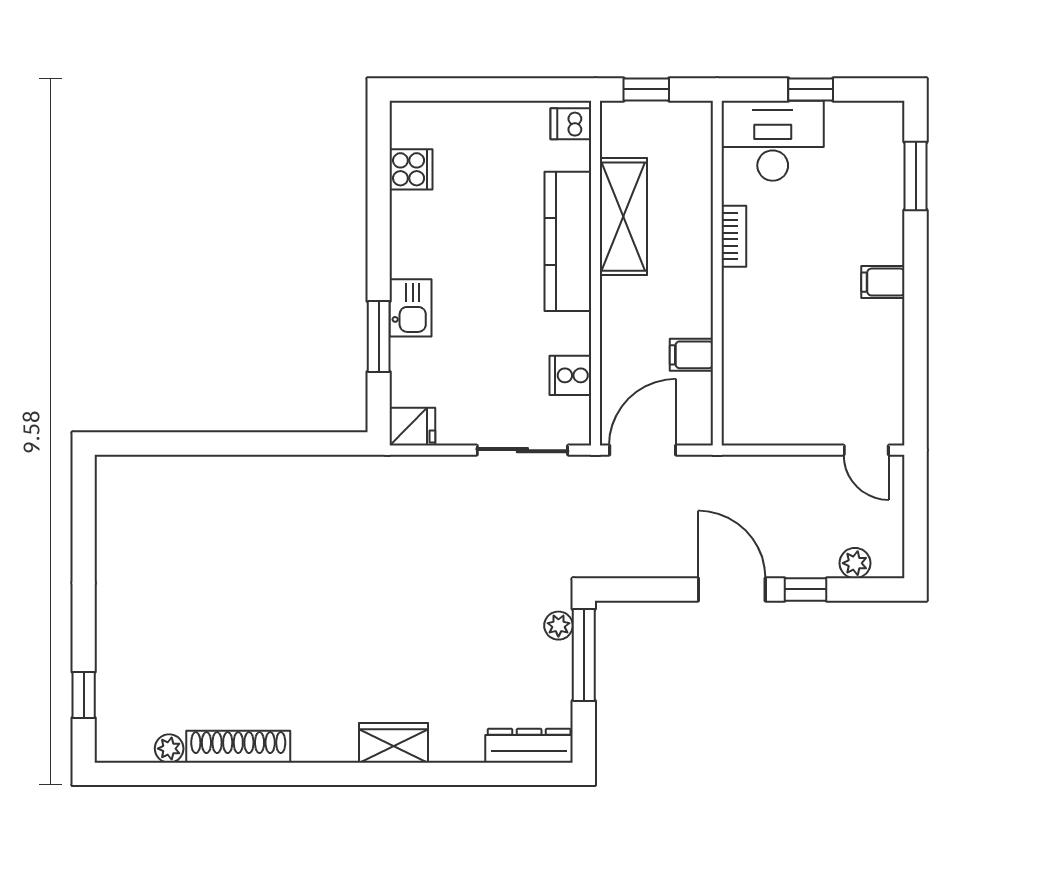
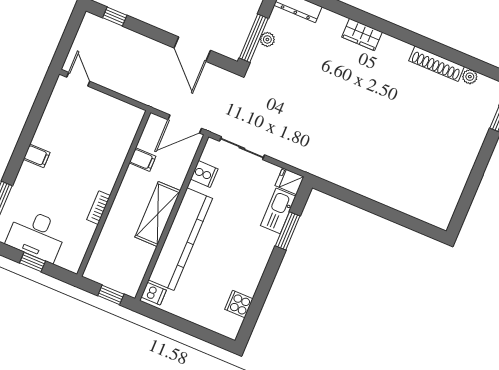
desk: (773, 141) -> (37, 235), moved
shelving: (623, 217) -> (158, 214), moved
kitchen counter: (568, 241) -> (180, 239), width x1.39, depth x1.17
kitchen sink: (411, 308) -> (278, 211), moved, width x1.38
plant: (855, 563) -> (106, 28), removed
door: (732, 589) -> (192, 49), moved
window: (806, 589) -> (115, 17), moved
plant: (558, 626) -> (267, 39), moved

